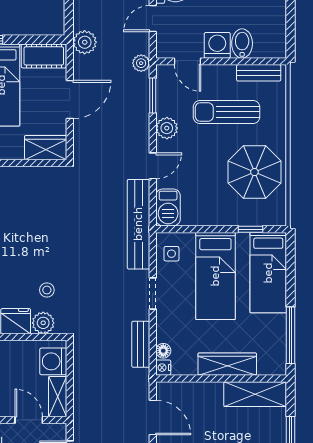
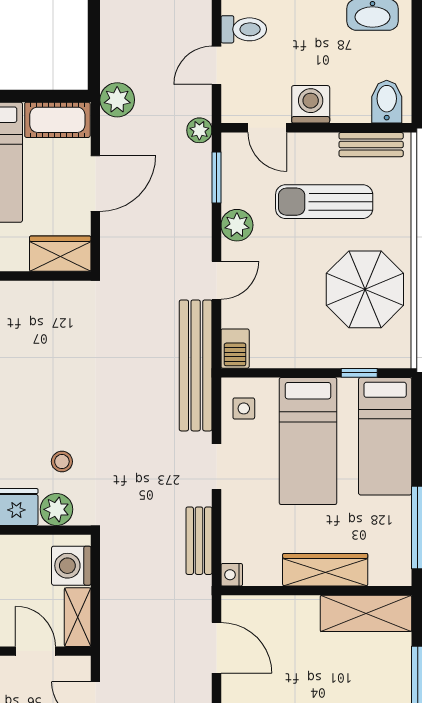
bidet: (242, 43) -> (387, 102), moved
barbecue: (168, 207) -> (235, 349), width x0.73, depth x0.79
floor lamp: (163, 351) -> (232, 550), removed

